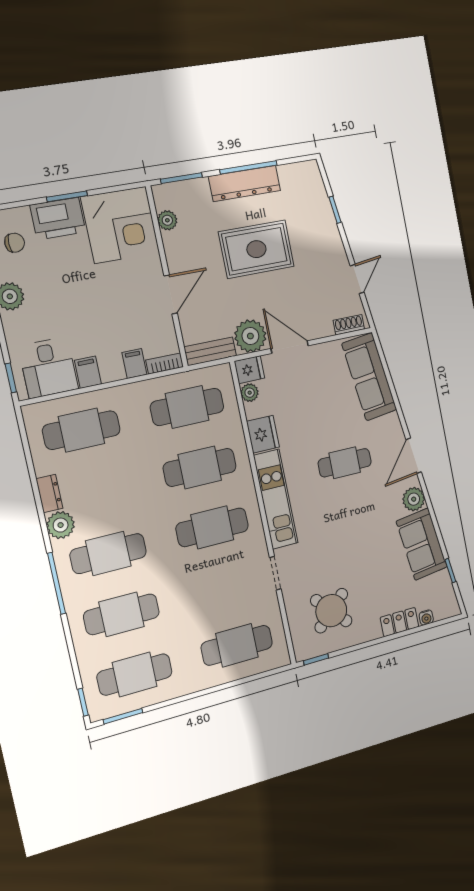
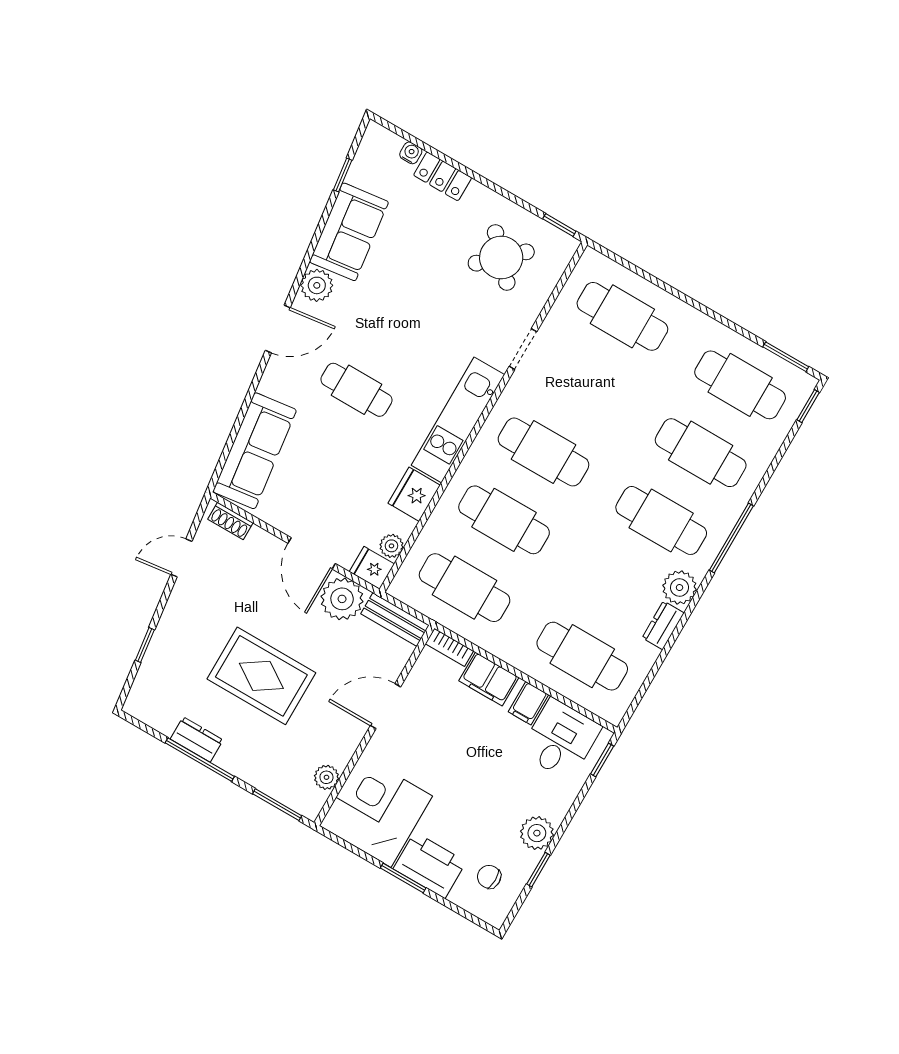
dresser: (245, 183) -> (197, 739), width x0.51, depth x0.80
filing cabinet: (134, 363) -> (489, 679), width x2.00

